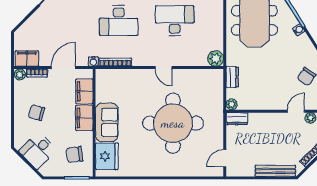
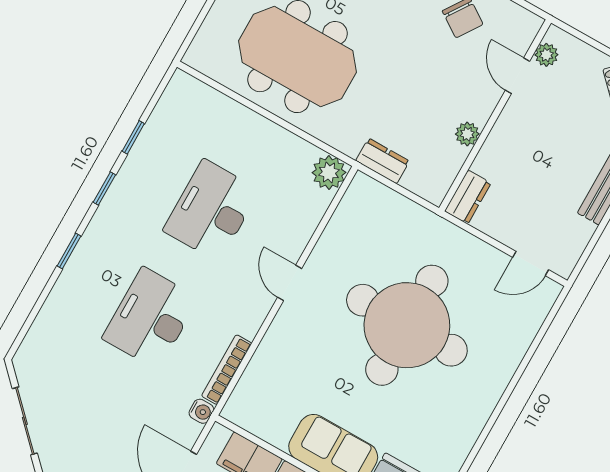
desk: (119, 21) -> (150, 318), turned 180
door: (164, 68) -> (290, 283), swing flipped
plant: (232, 104) -> (467, 134), moved
door: (225, 158) -> (531, 264), hinge flipped

